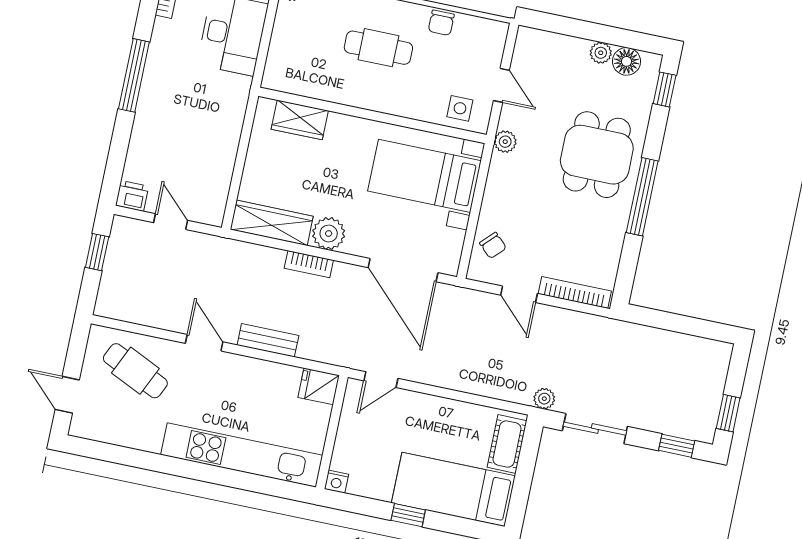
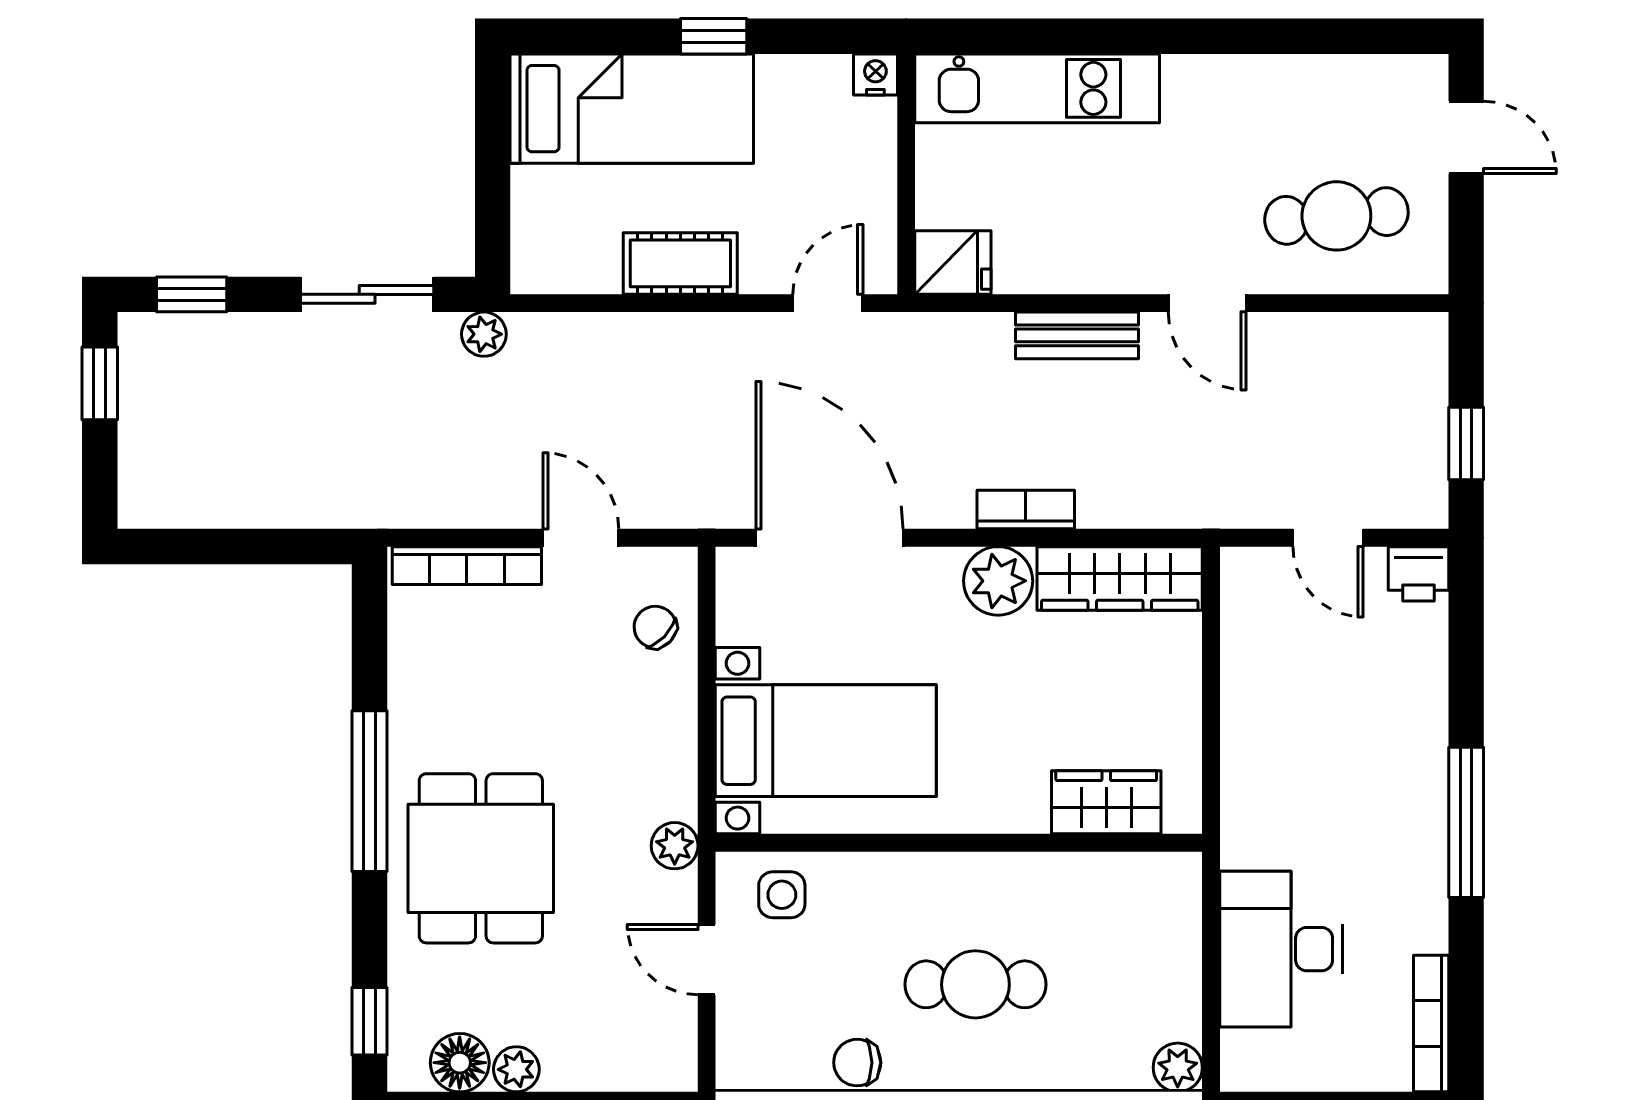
chair: (441, 23) -> (857, 1063), turned -90
cafe table: (135, 371) -> (1336, 216), turned -30
cot: (507, 444) -> (680, 263), moved, turned 90
kitchen unit: (242, 455) -> (1037, 88), width x0.73

